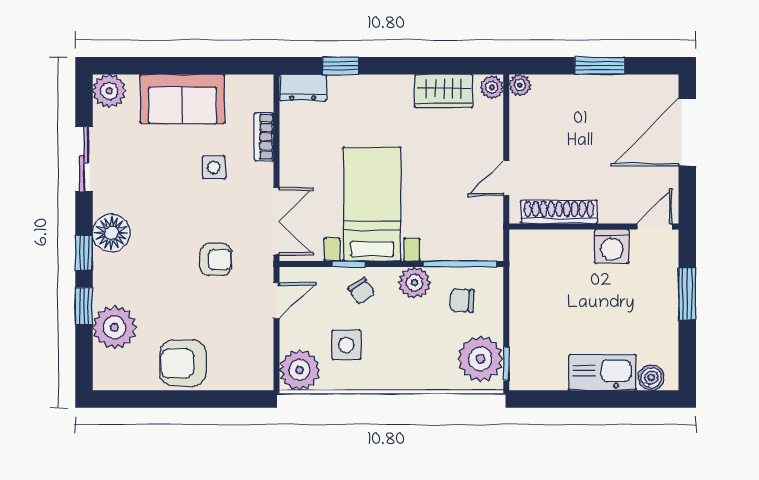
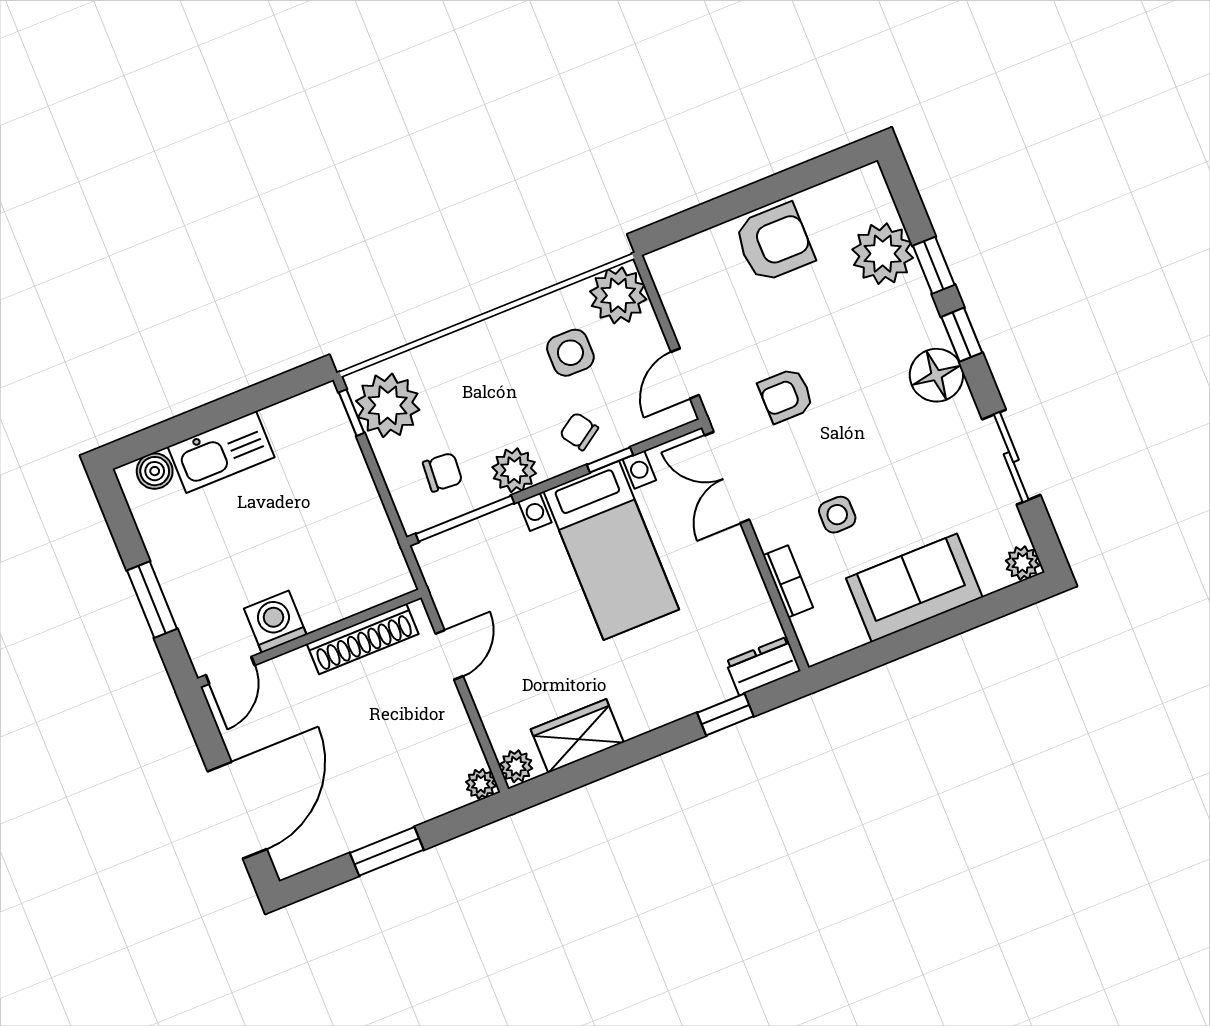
plant: (109, 91) -> (1022, 563), width x0.73, depth x0.73

